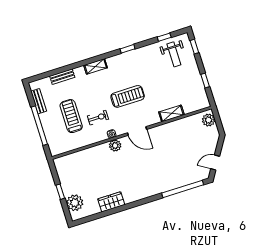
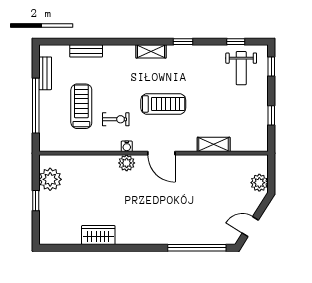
shelving: (96, 66) -> (151, 51), moved
plant: (209, 120) -> (259, 183), moved
plant: (75, 203) -> (50, 179), moved

